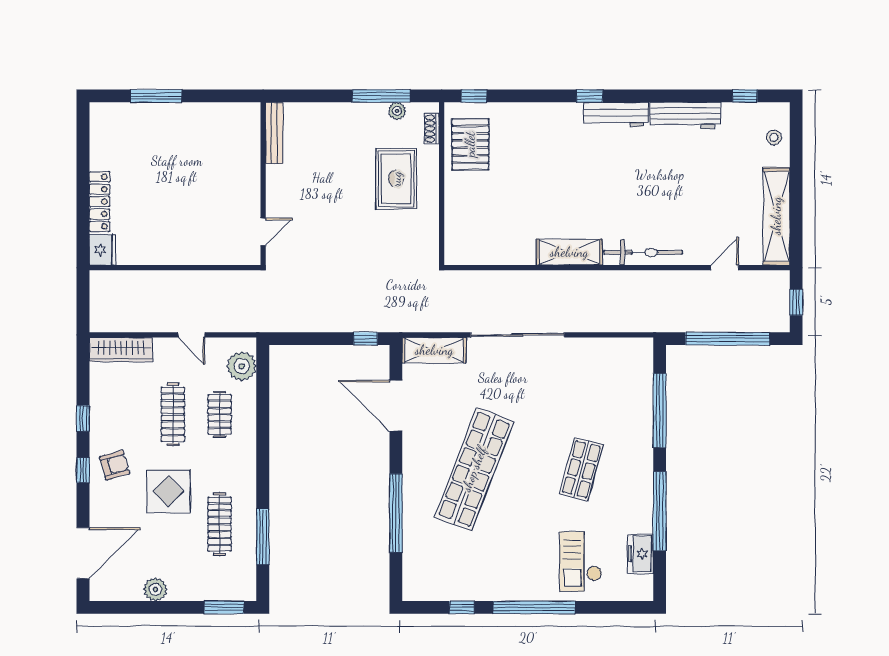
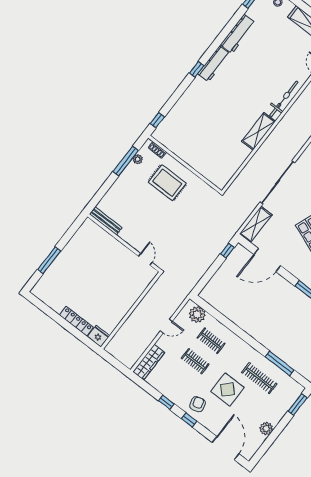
pallet: (470, 144) -> (177, 138), removed
clothes rail: (173, 414) -> (195, 361), width x0.73

